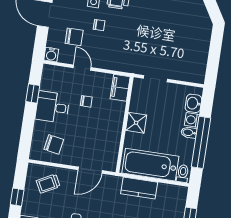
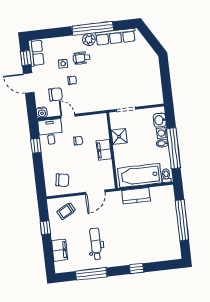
filing cabinet: (120, 88) -> (104, 150), moved
desk: (52, 107) -> (50, 132), moved, turned 90
shower: (136, 123) -> (119, 137), moved

